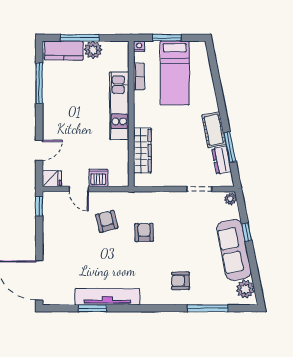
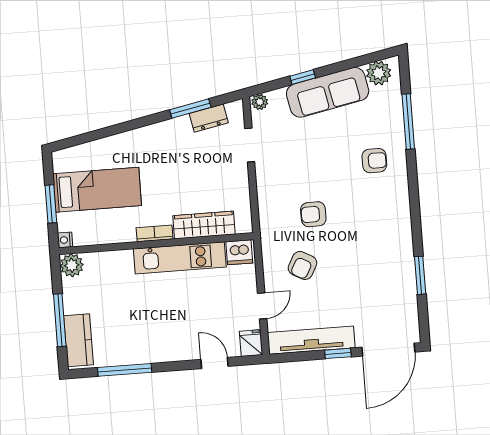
plant: (93, 50) -> (72, 265), moved
bookcase: (139, 77) -> (155, 233), moved
kitchen unit: (119, 106) -> (180, 258), moved
cot: (214, 130) -> (169, 132), removed
dishwasher: (98, 178) -> (239, 252), moved, turned -90
window: (39, 206) -> (338, 353), moved
armchair: (107, 221) -> (302, 265), turned -47
armchair: (180, 281) -> (374, 161), turned -90
tv unit: (107, 297) -> (311, 340), moved, turned 90

